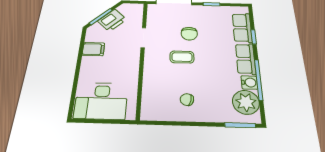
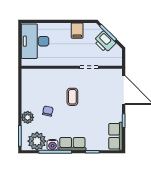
row of seats: (242, 28) -> (116, 136), moved, turned -90
chair: (189, 34) -> (94, 102), removed
chair: (187, 100) -> (48, 111), moved
plant: (212, 114) -> (28, 117), added

